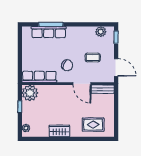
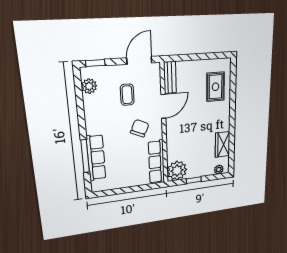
wardrobe: (59, 131) -> (222, 144), moved

